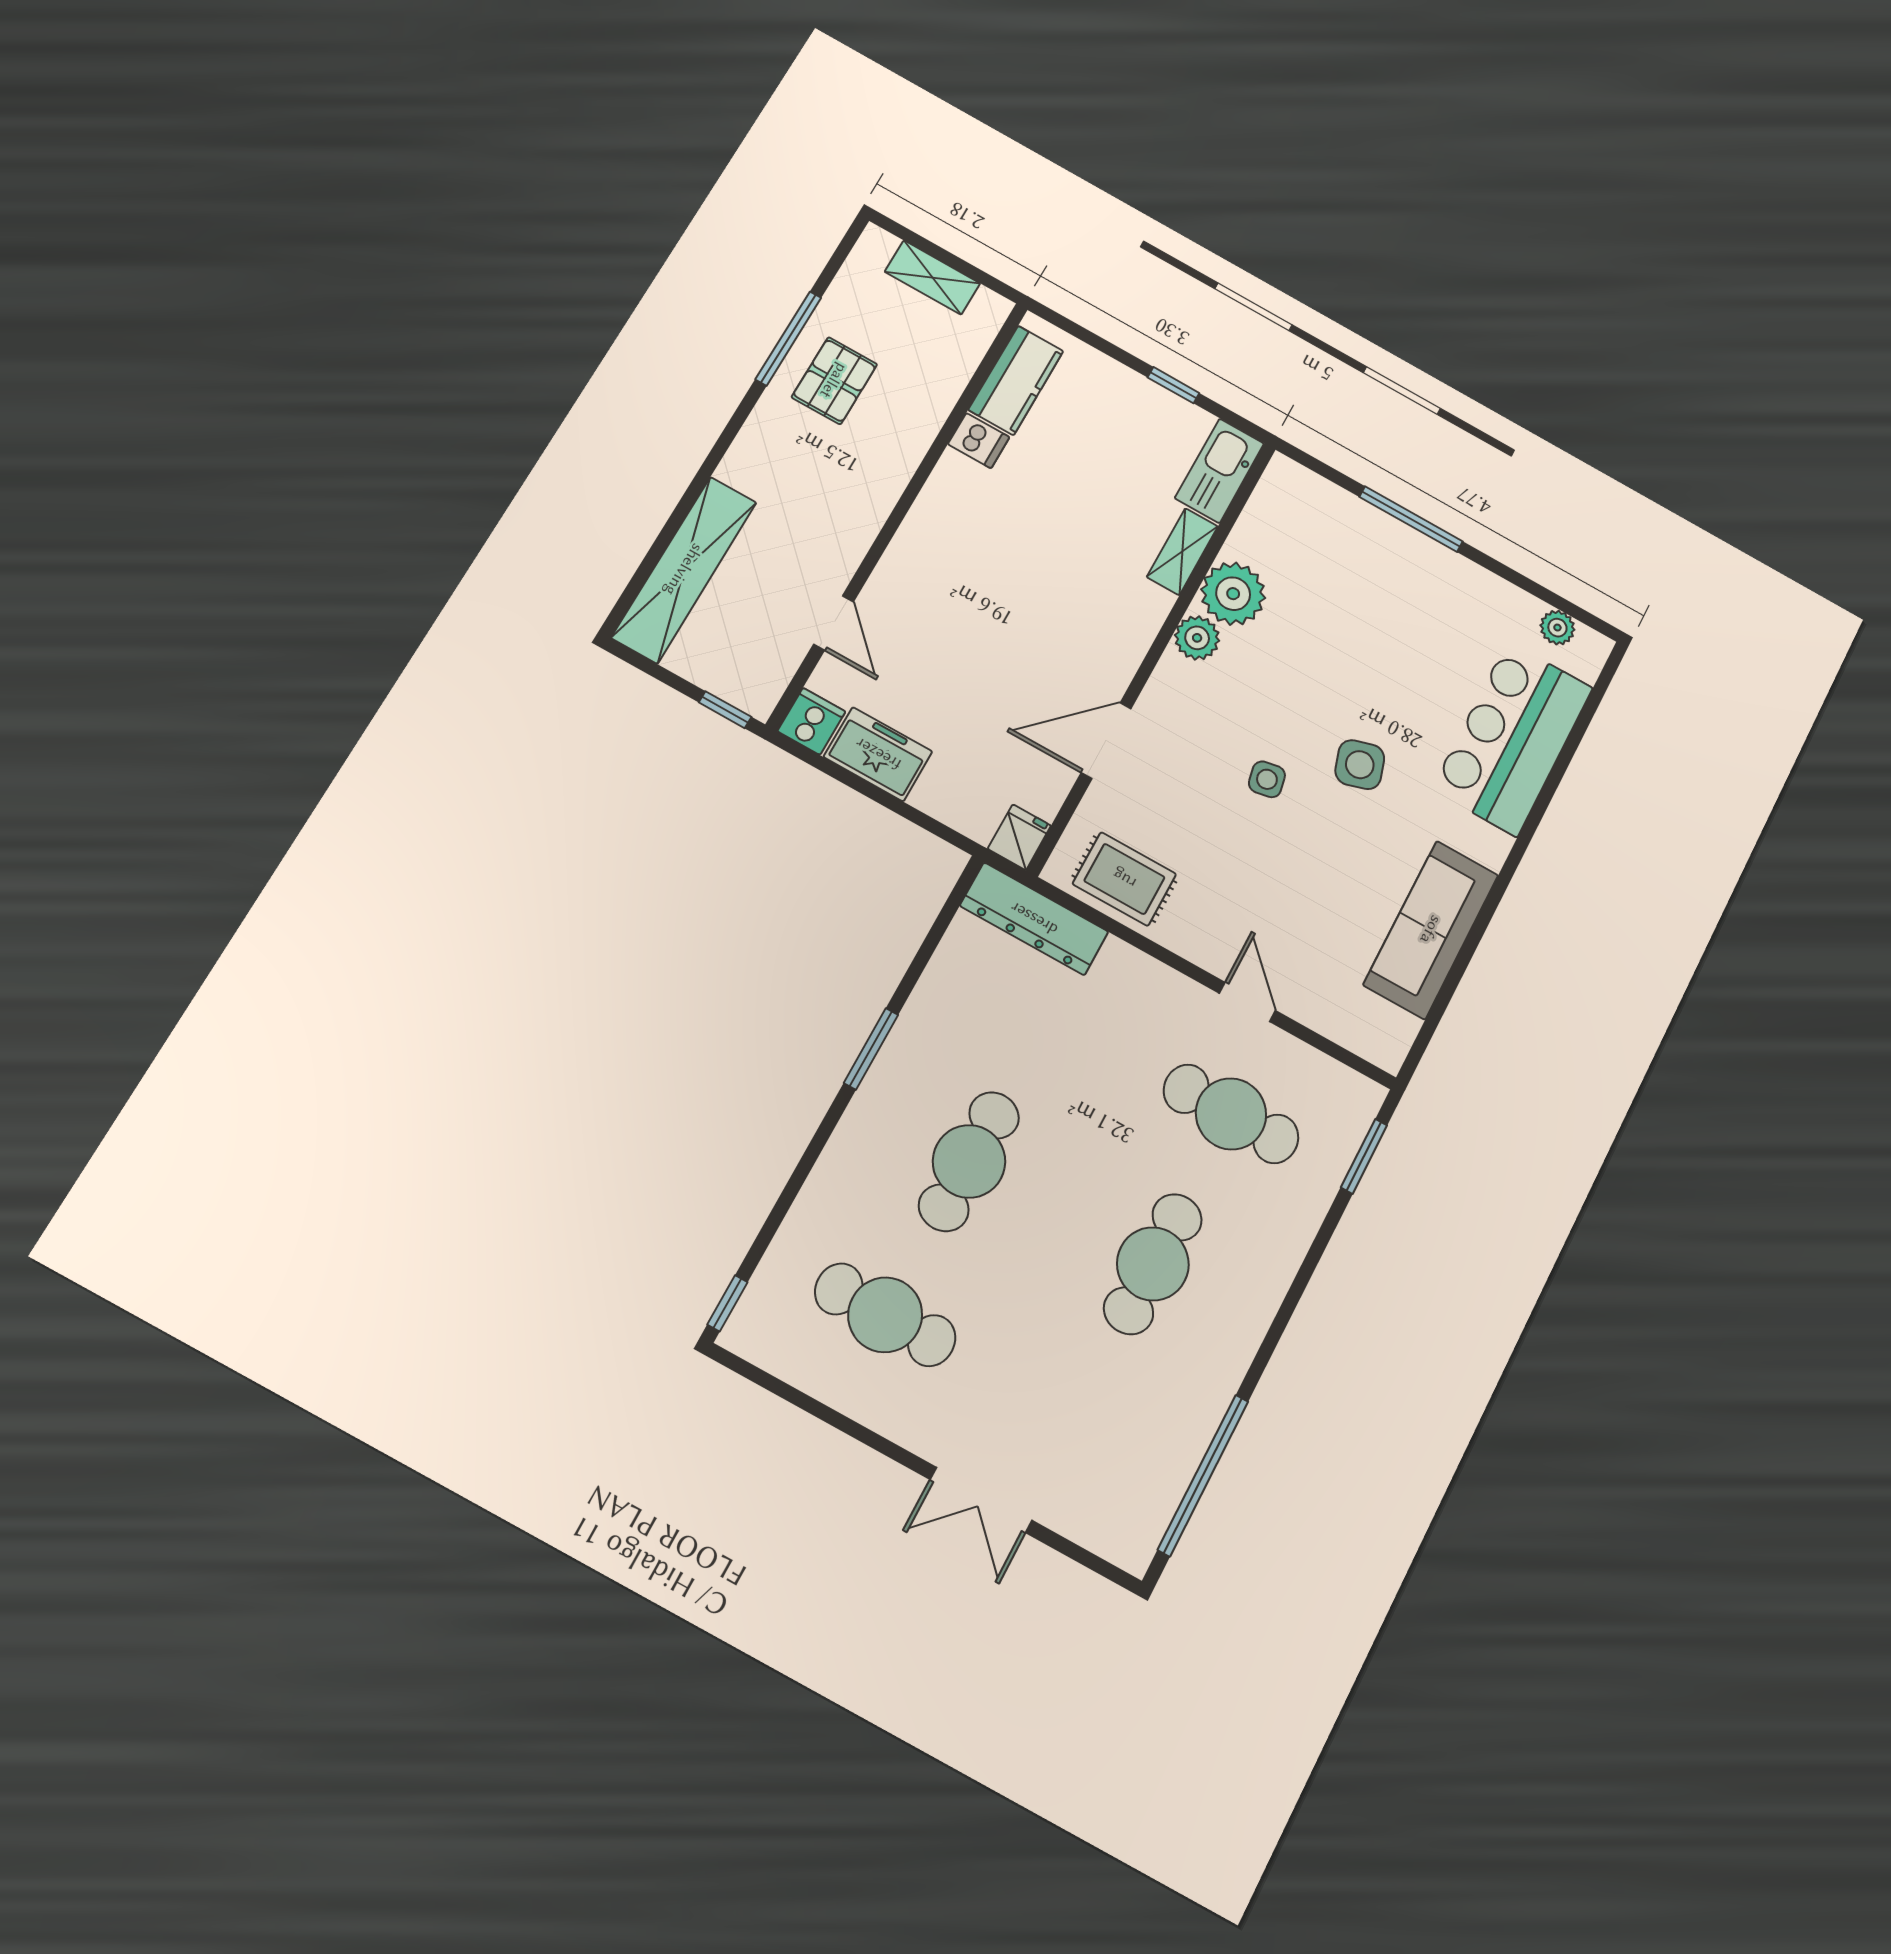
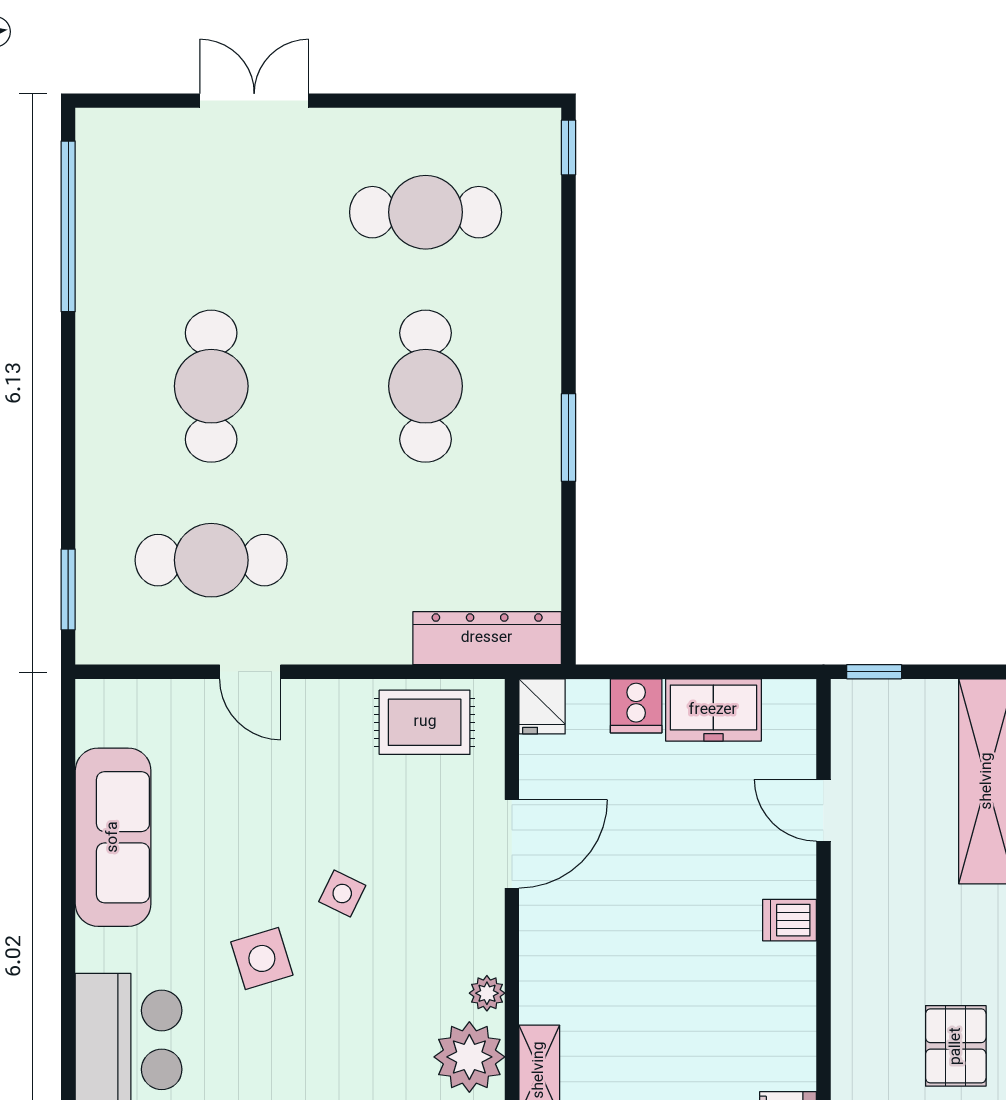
dishwasher: (979, 441) -> (790, 920), moved
plant: (1197, 638) -> (487, 993), width x0.73, depth x0.73
cooker: (811, 721) -> (636, 706), moved
side table: (1267, 779) -> (342, 894), turned 37

